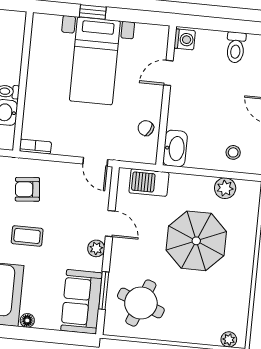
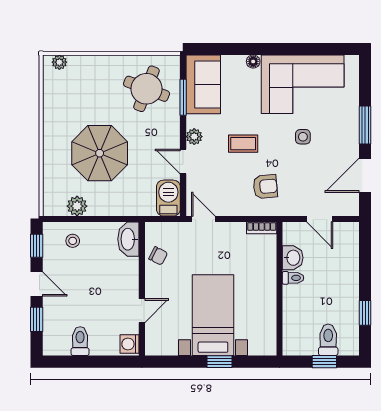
barbecue: (149, 183) -> (168, 198), moved, turned -90
coffee table: (27, 236) -> (243, 144), moved

